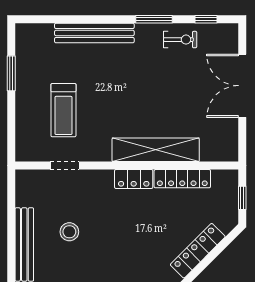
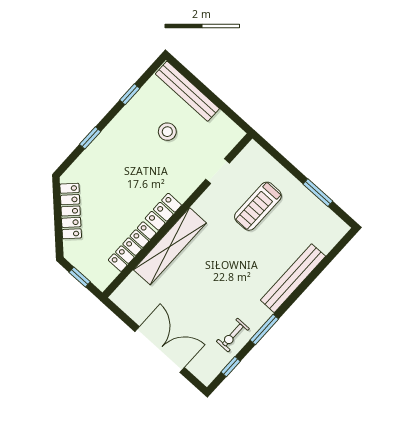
treadmill: (63, 110) -> (258, 206), turned -90

